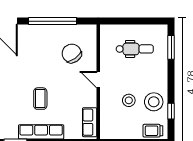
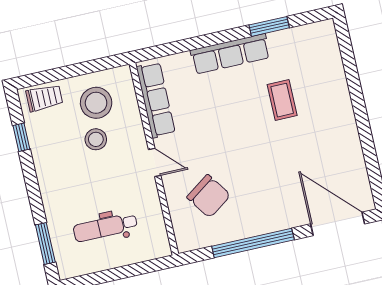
coffee table: (40, 99) -> (282, 100), moved
stool: (154, 102) -> (96, 103), moved
row of seats: (90, 122) -> (156, 100), width x1.48

